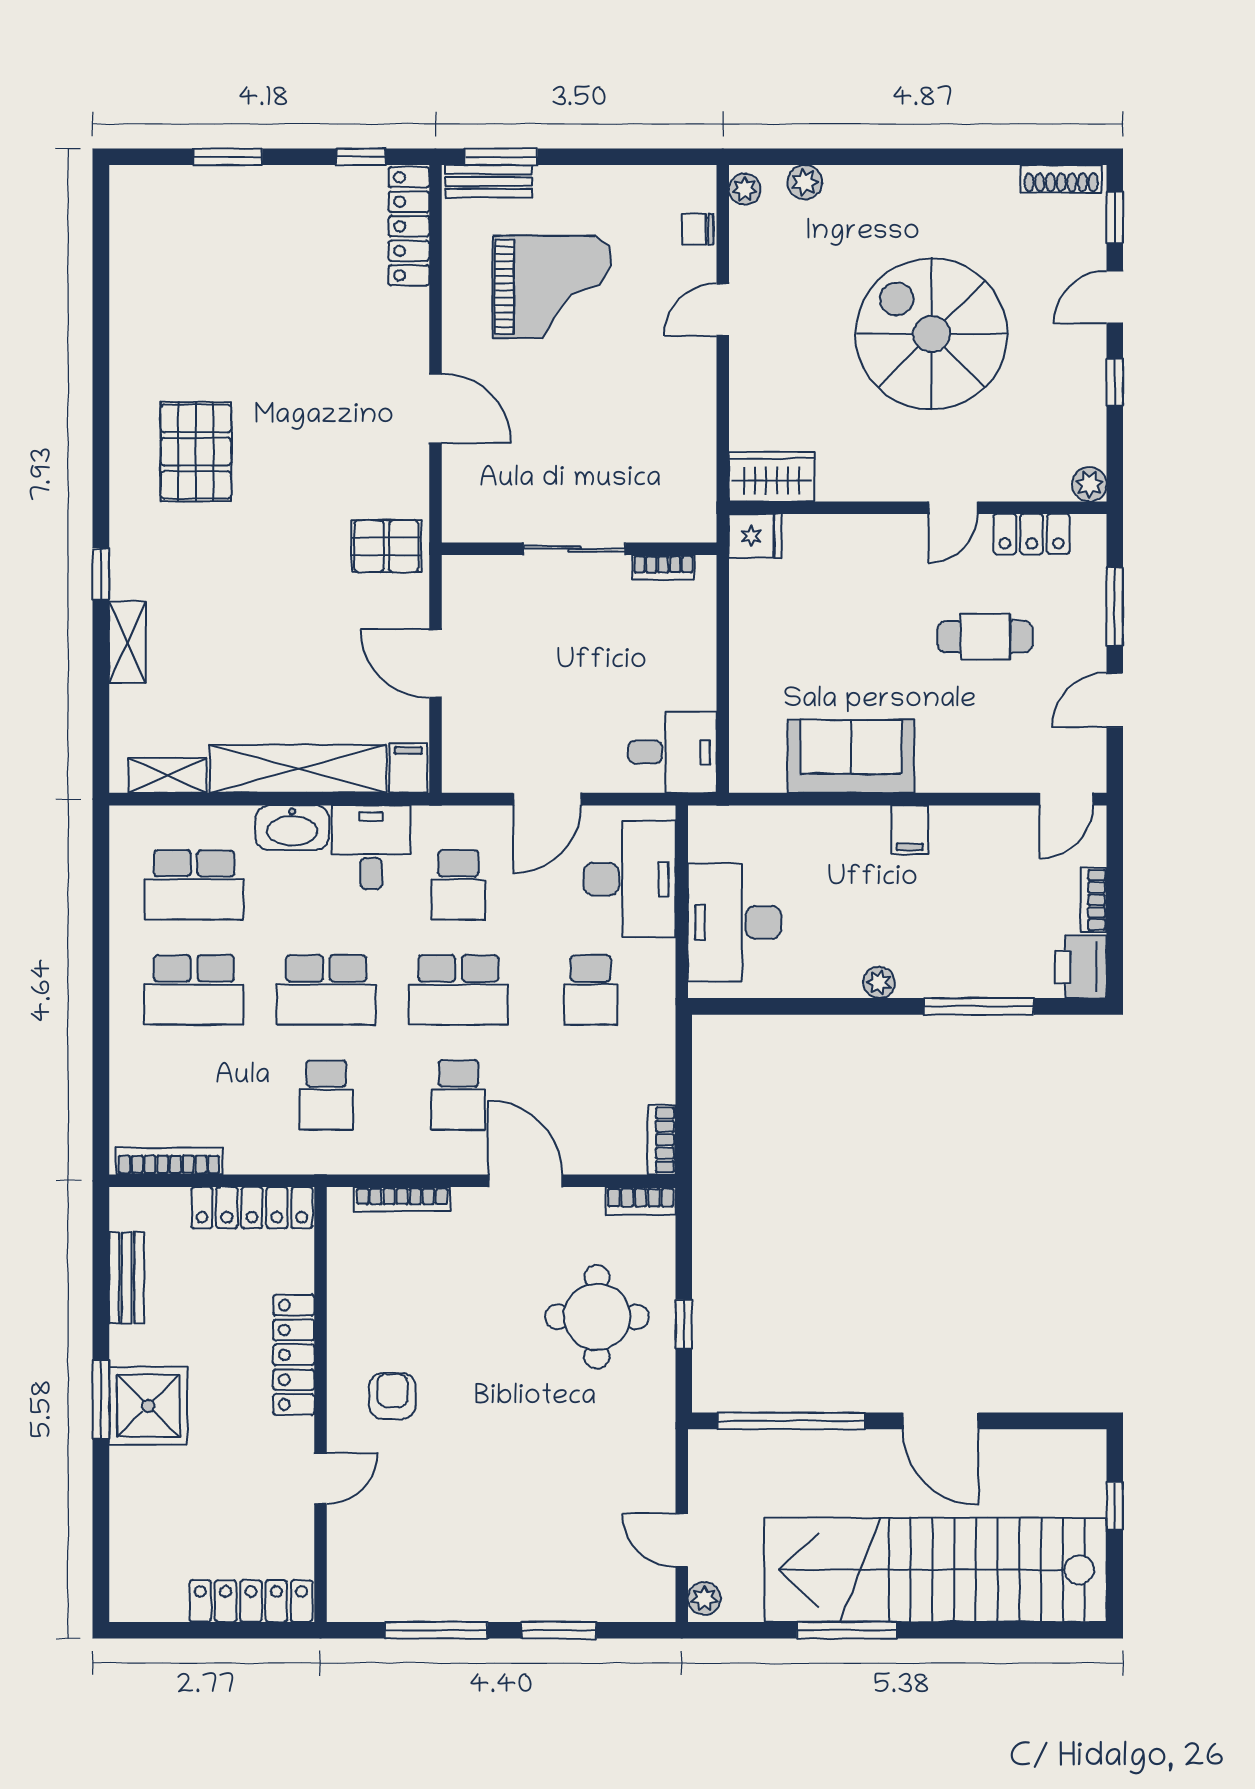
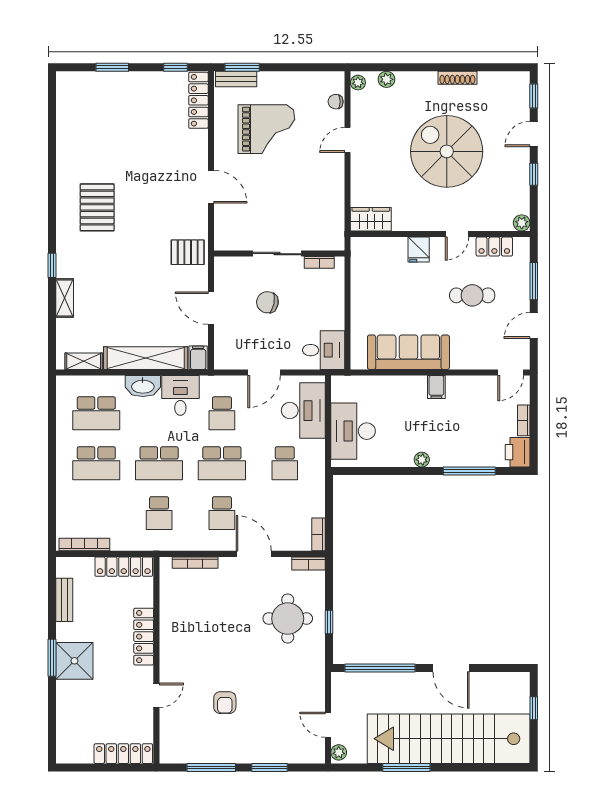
shoe rack: (1061, 179) -> (457, 78), moved
fridge: (755, 536) -> (419, 249), moved, turned 90
chair: (554, 651) -> (267, 302), added
sofa: (851, 756) -> (408, 352), width x1.36
armchair: (392, 1396) -> (225, 703), moved, turned 180

